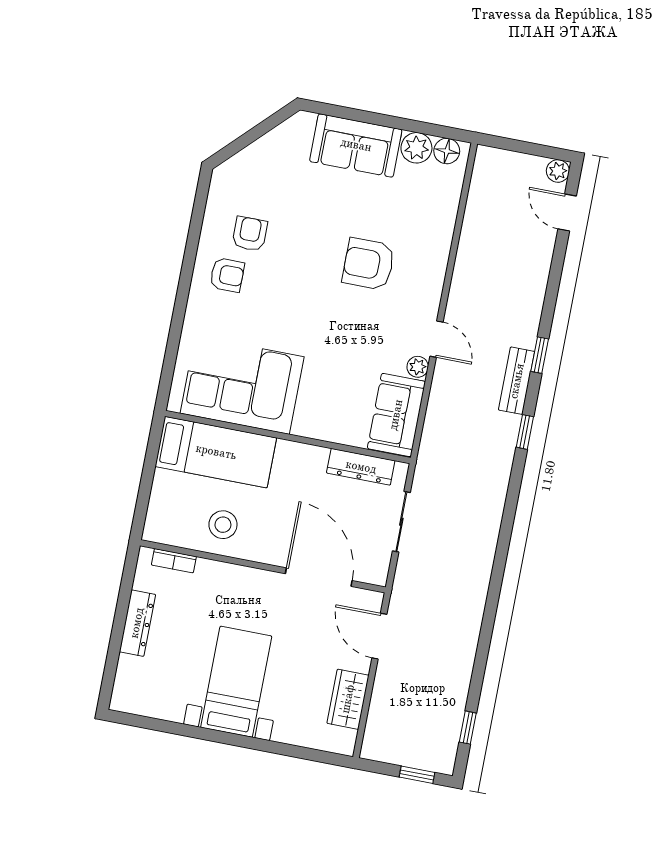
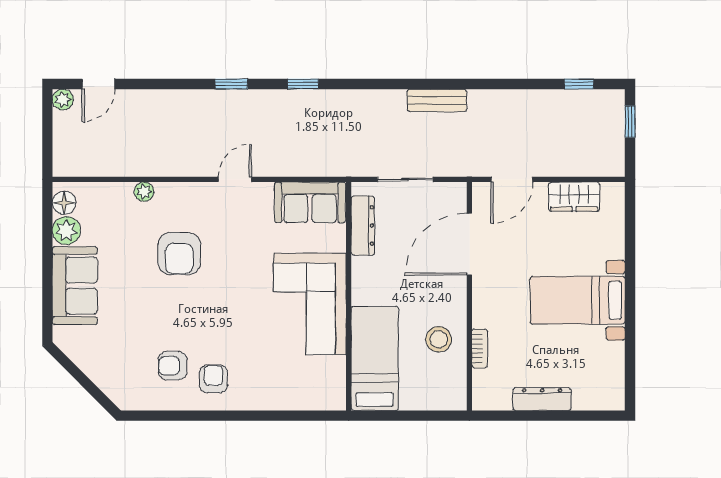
plant: (418, 367) -> (144, 192), moved
bench: (517, 381) -> (437, 100), moved
corner sofa: (242, 385) -> (310, 304), moved
bookcase: (174, 561) -> (480, 348), moved

